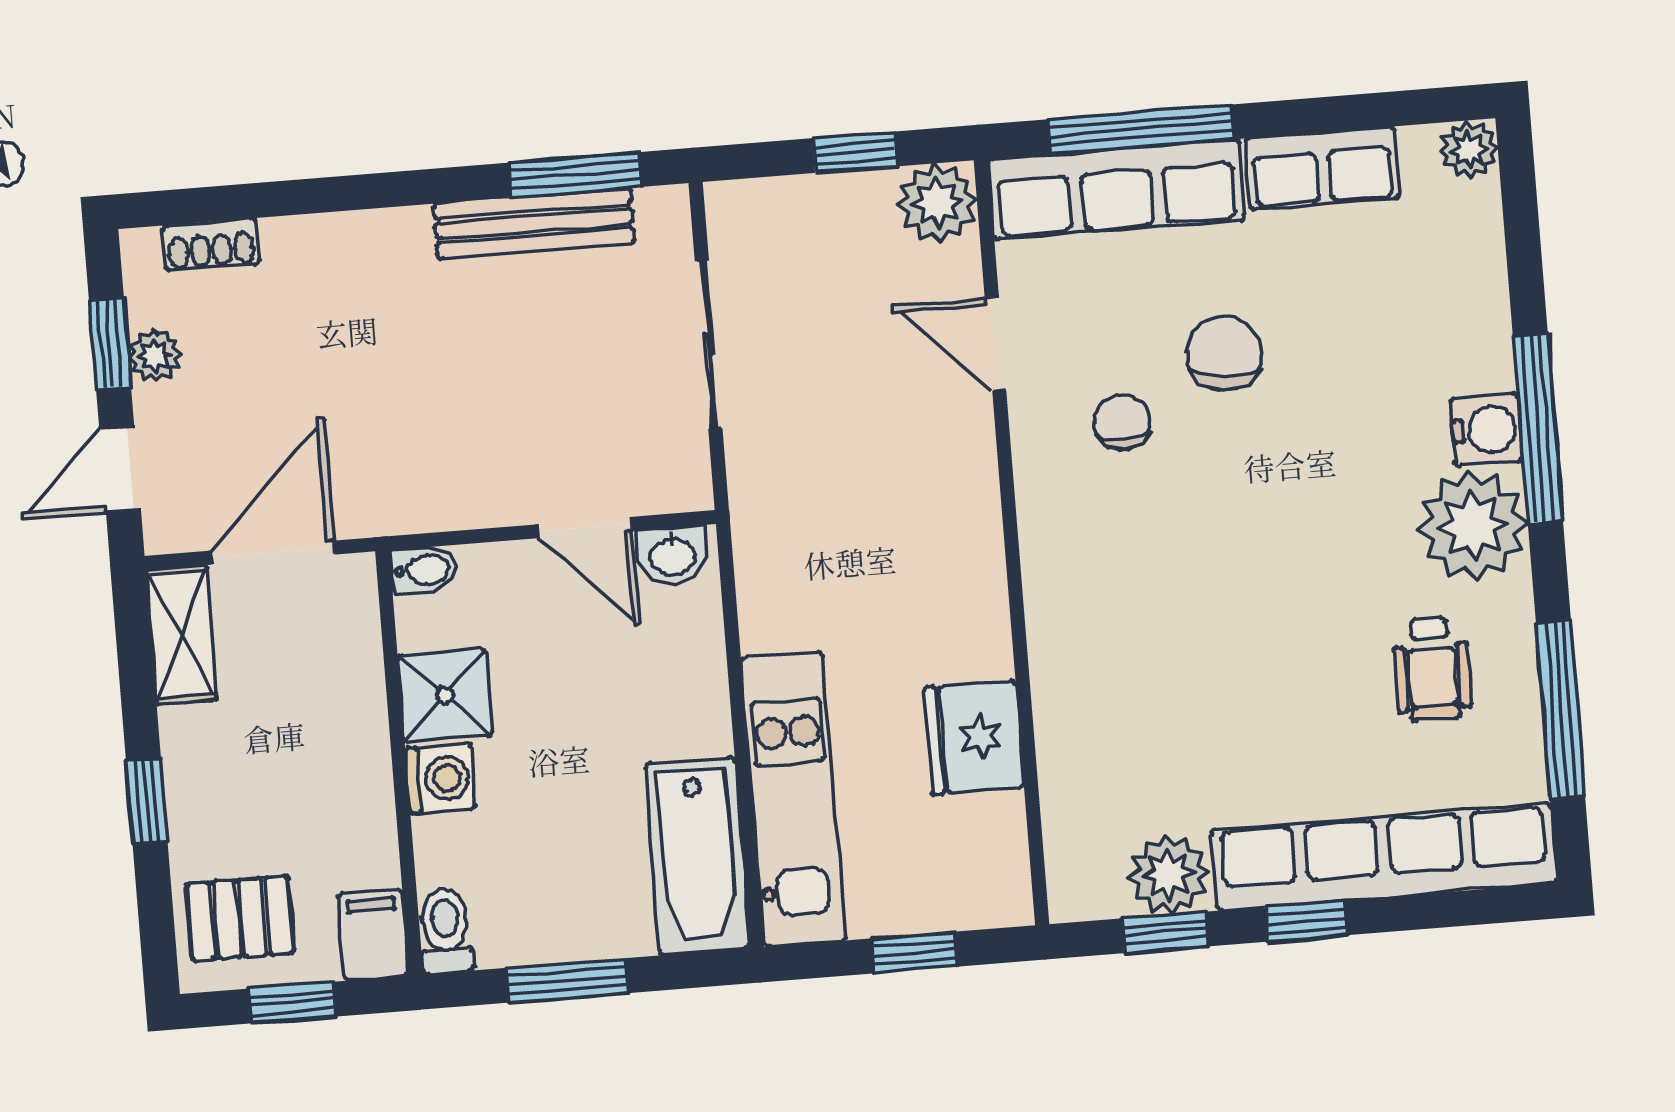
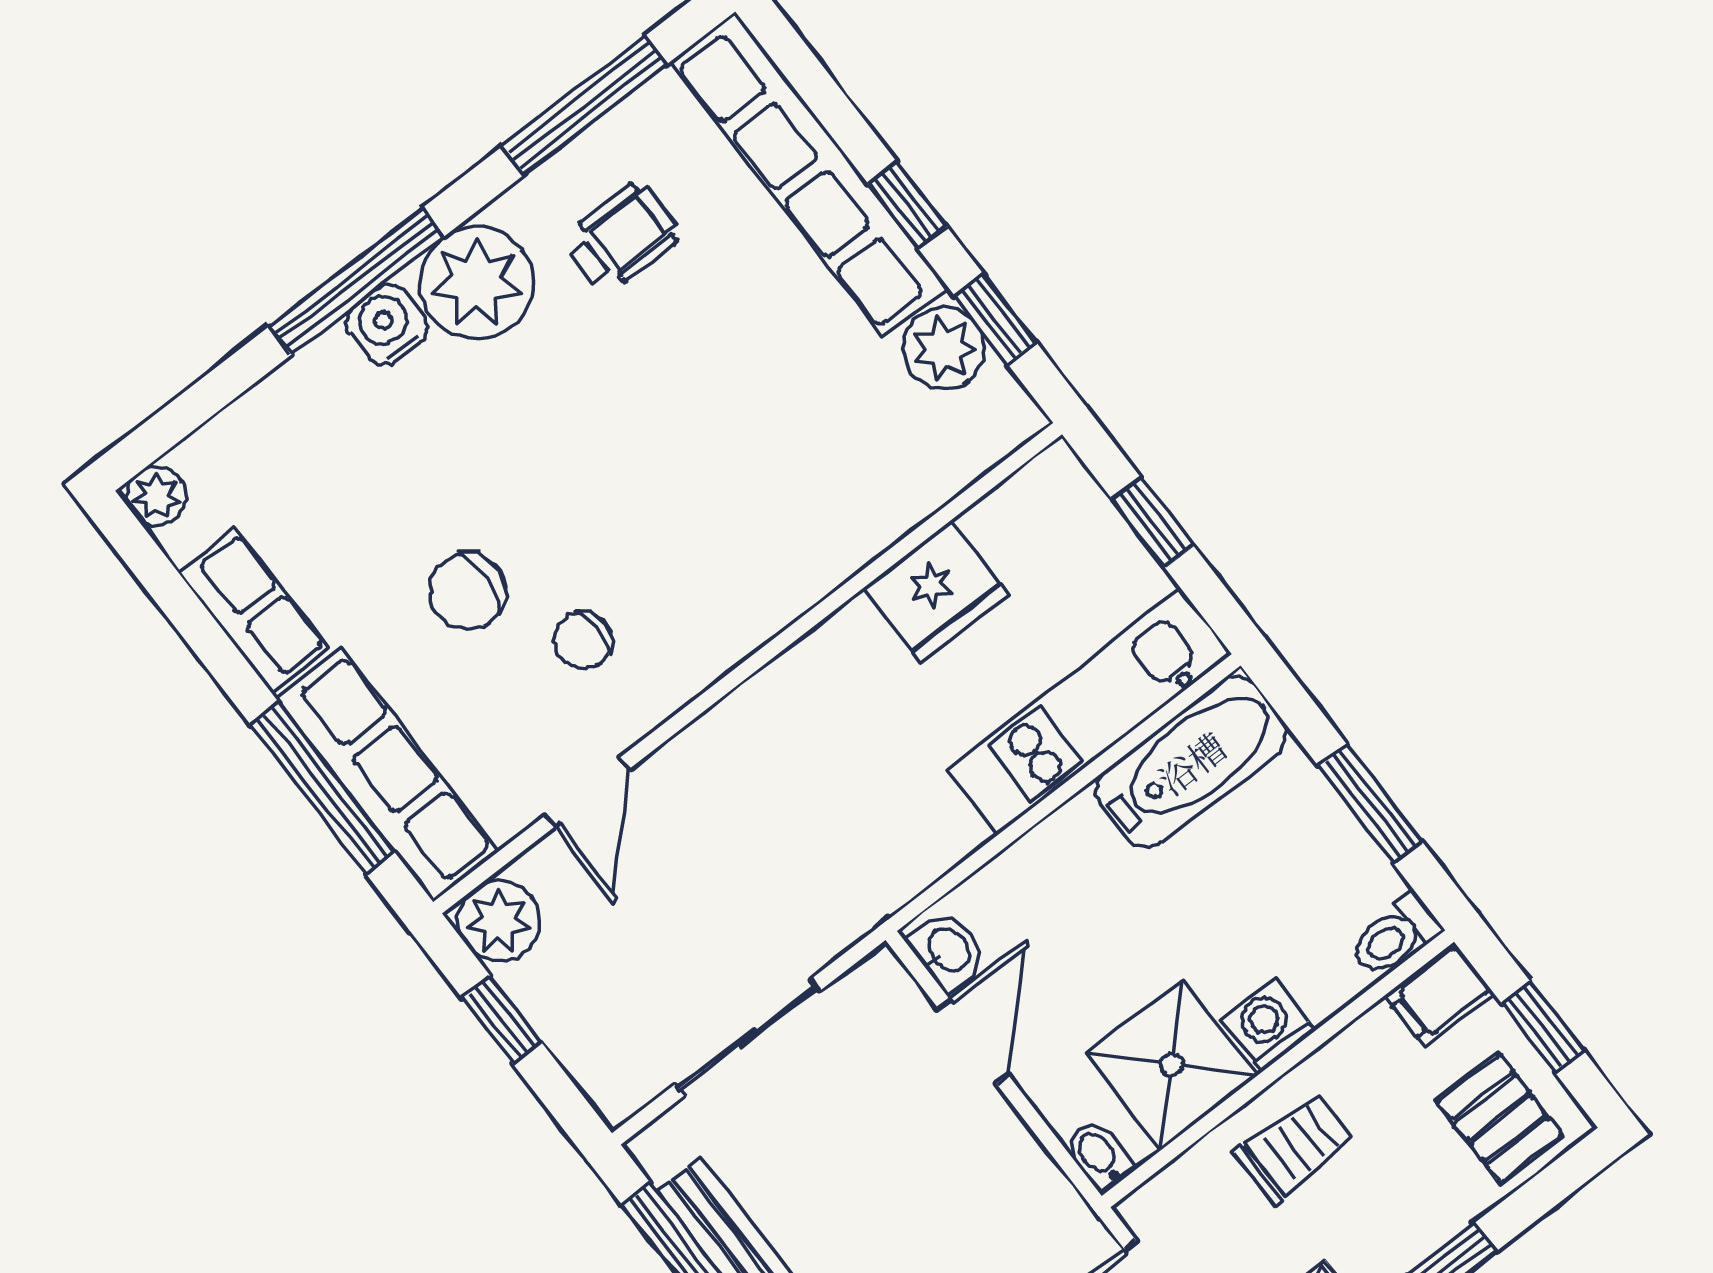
shower: (445, 695) -> (1172, 1065), width x1.36, depth x1.36
trolley: (325, 735) -> (1295, 1148), added

